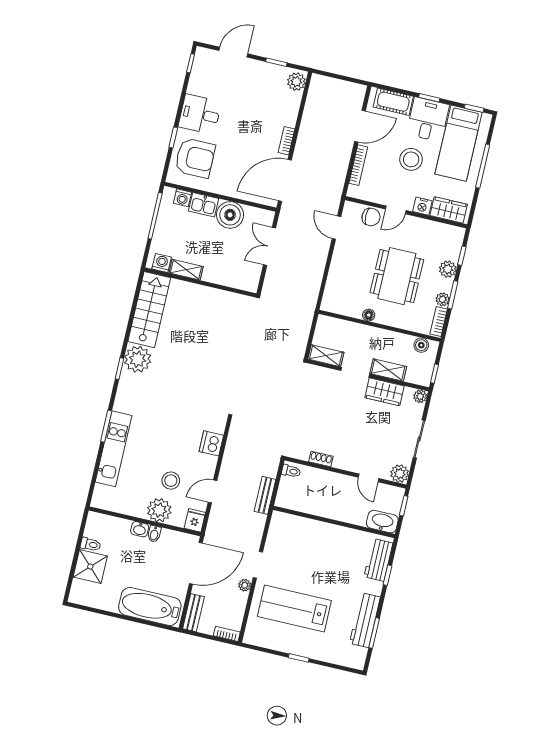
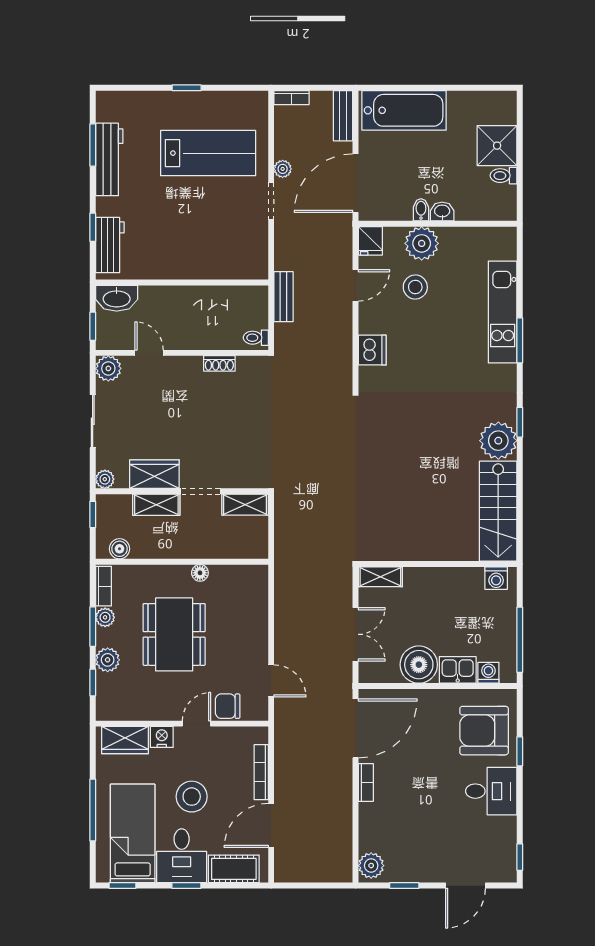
shelving: (186, 270) -> (380, 577), moved

